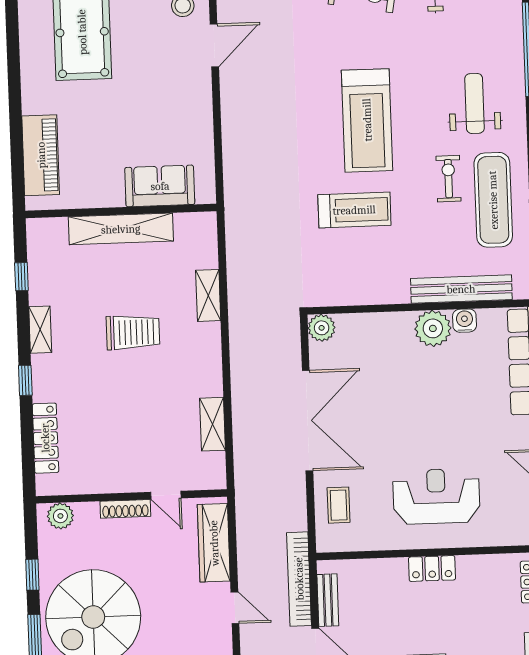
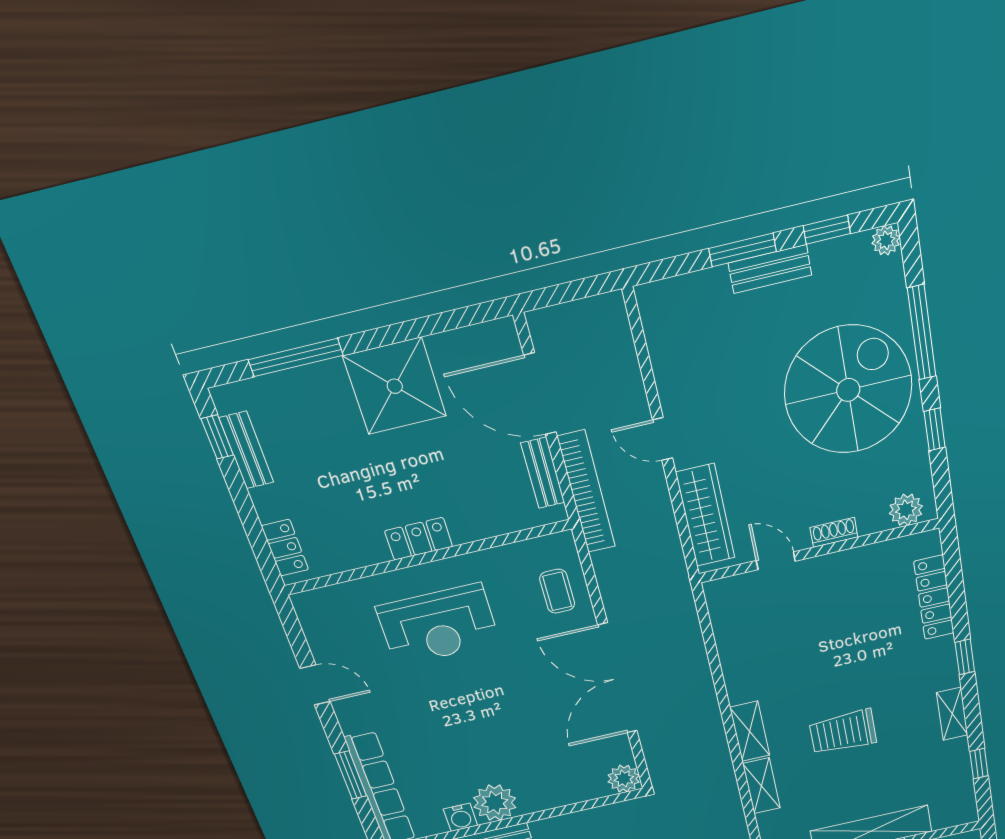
shelving: (212, 424) -> (750, 731), moved
shoe rack: (125, 509) -> (834, 532), width x0.70

